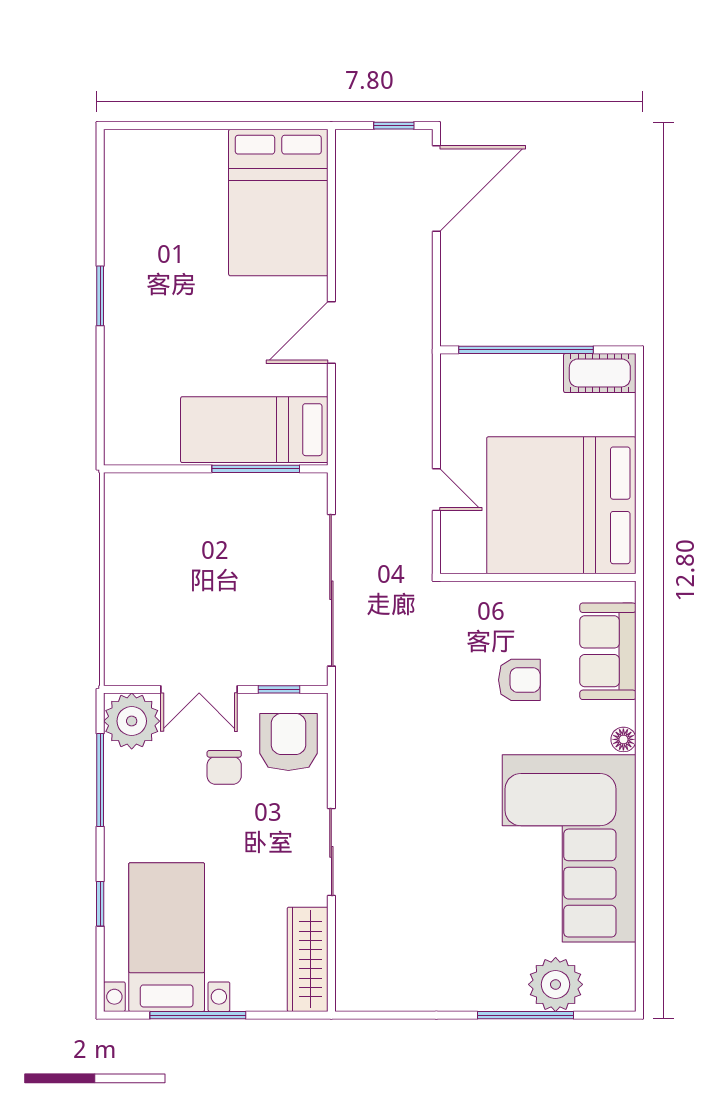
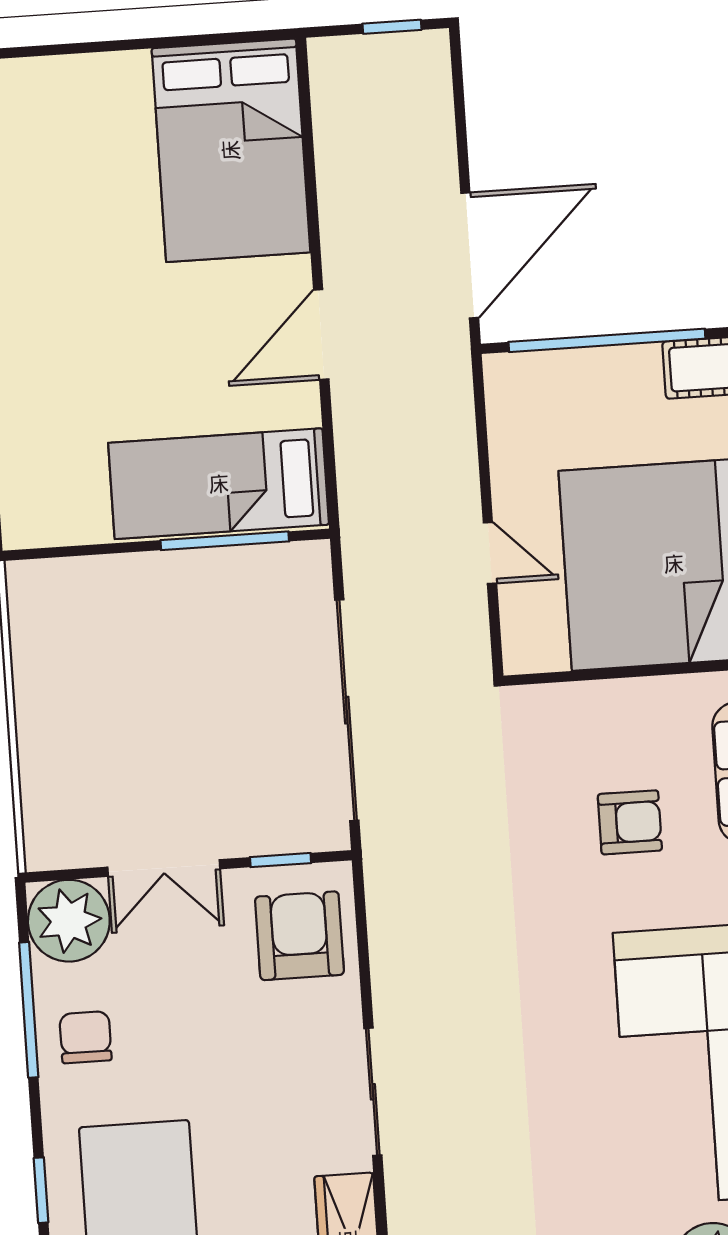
door: (436, 189) -> (470, 255), moved
chair: (224, 767) -> (86, 1037), moved, turned 180

